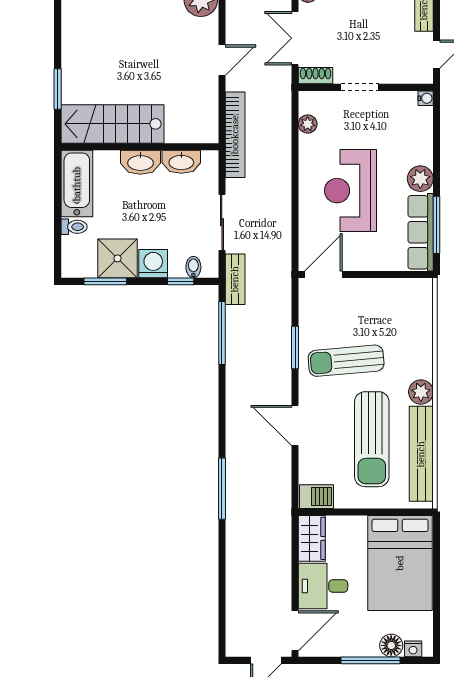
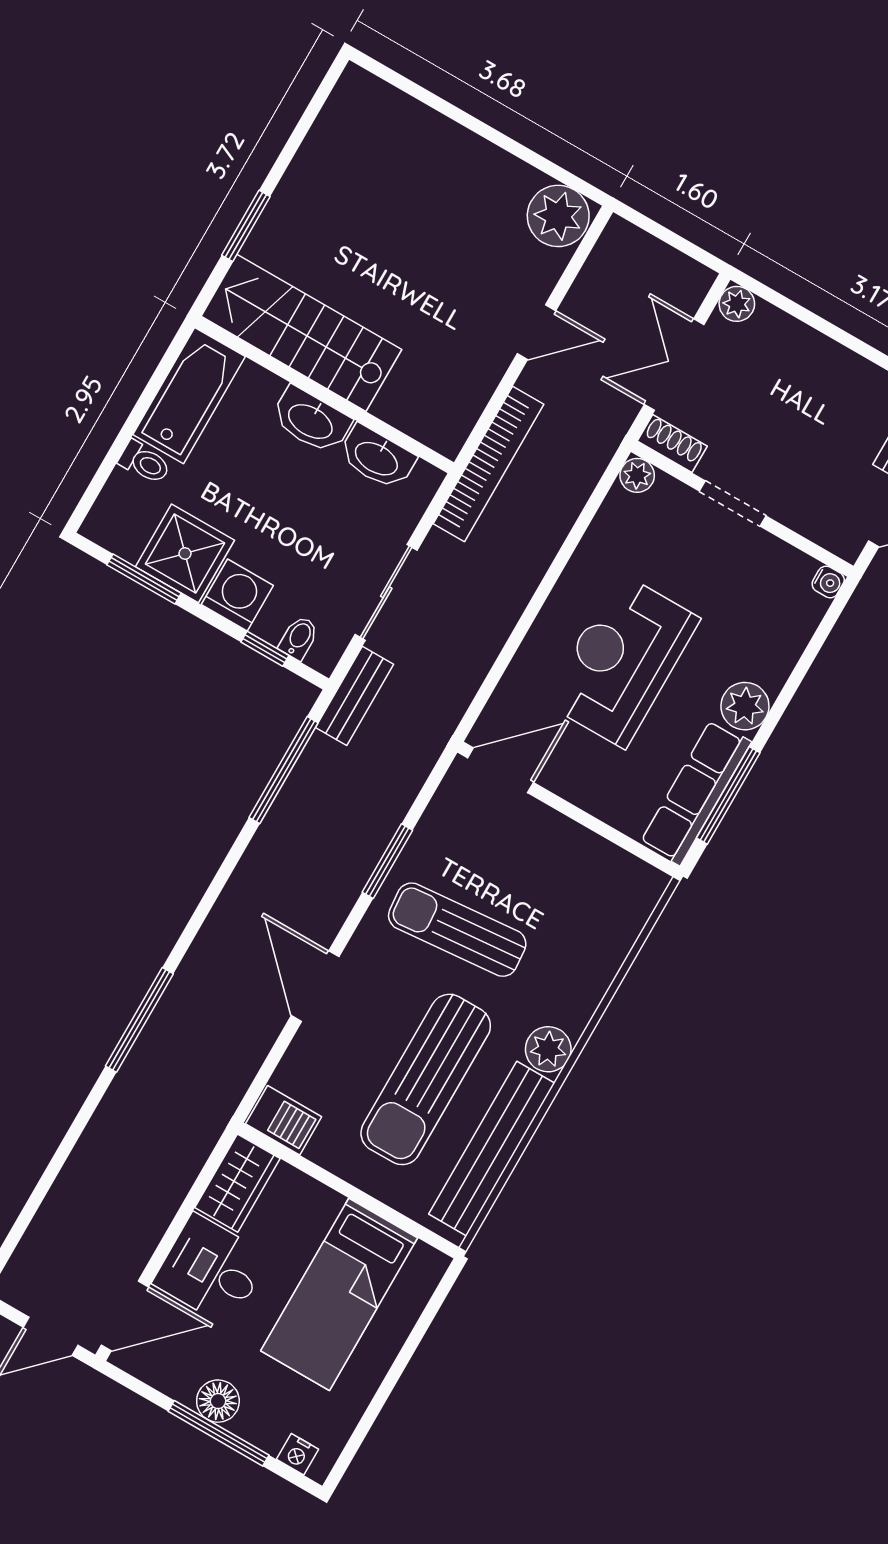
plant: (308, 124) -> (637, 475), moved
bed: (400, 563) -> (339, 1294), width x0.67
floor lamp: (391, 645) -> (218, 1401), moved

